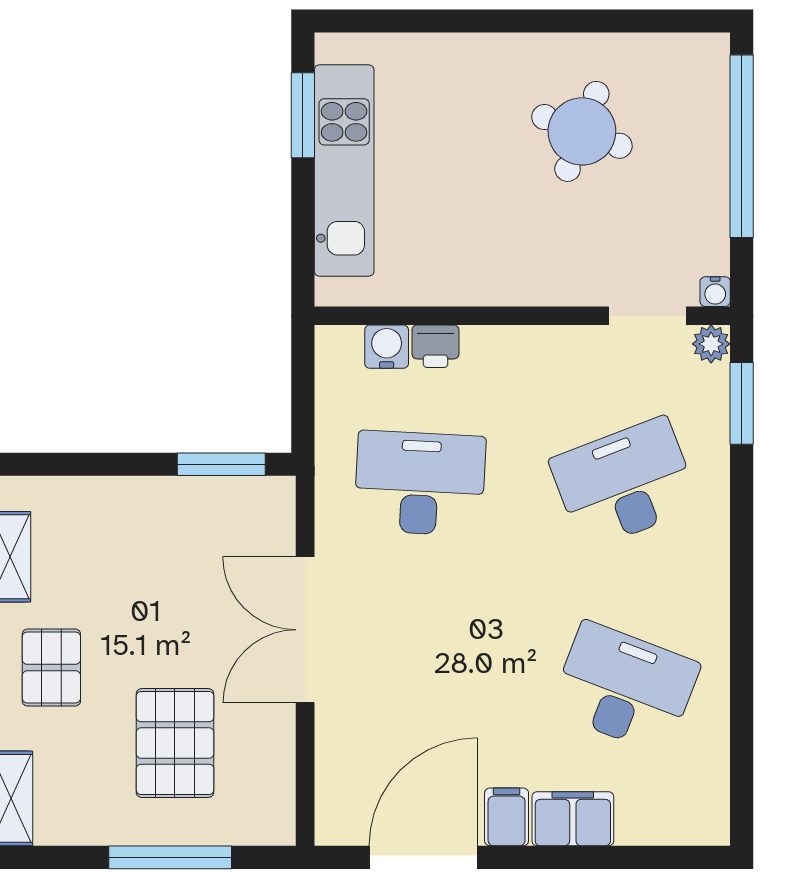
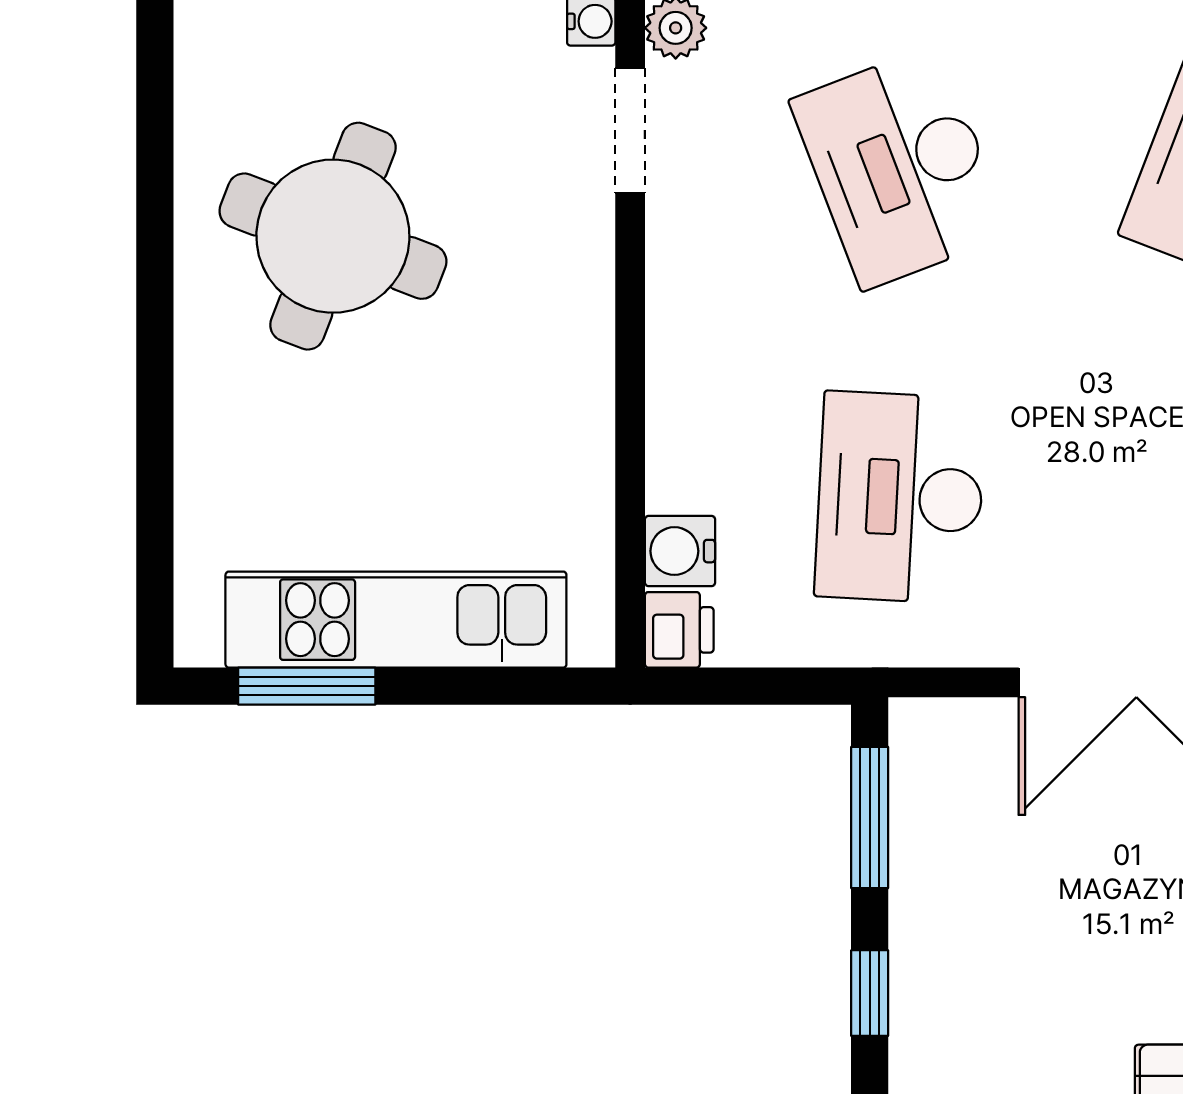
round table: (582, 131) -> (333, 236), width x1.36, depth x1.36
printer: (436, 346) -> (679, 630), moved
window: (112, 464) -> (870, 993), added

